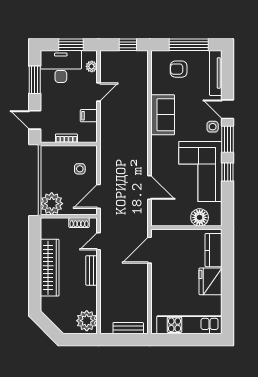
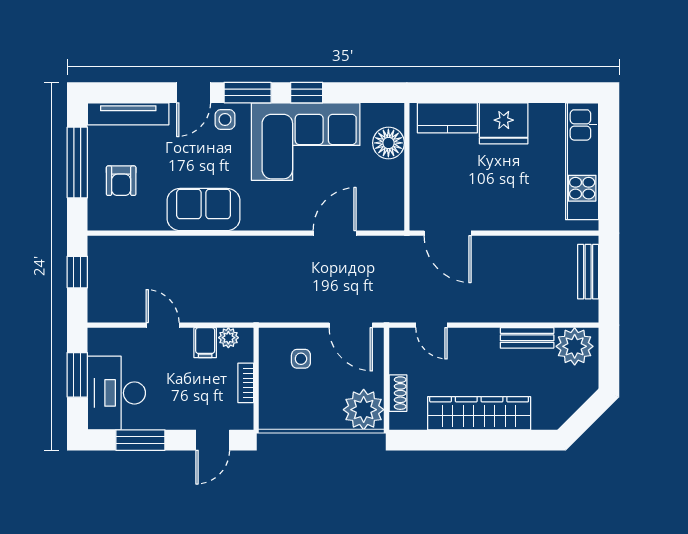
plant: (92, 66) -> (228, 338), moved
shoe rack: (79, 223) -> (398, 393), moved
bench: (91, 270) -> (527, 338), moved

